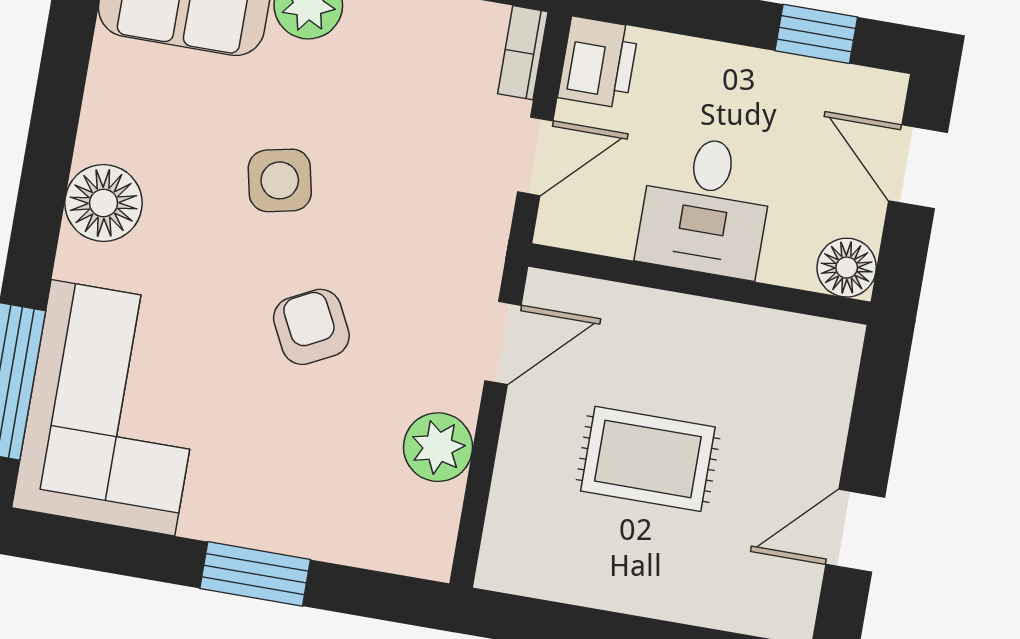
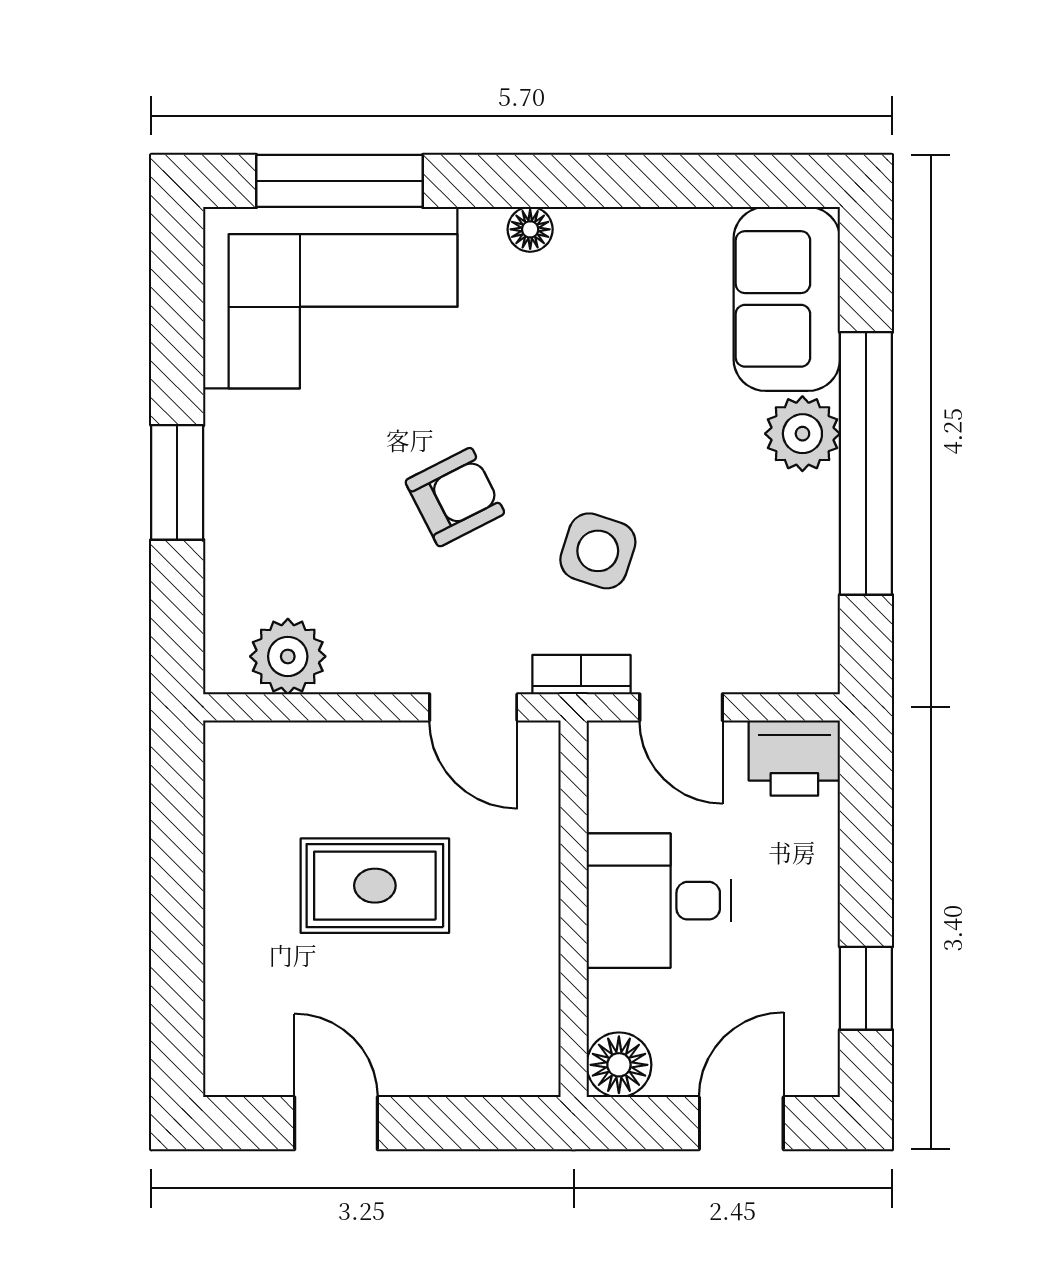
bookcase: (523, 53) -> (581, 675), moved
side table: (280, 180) -> (598, 551), moved, turned 30
floor lamp: (104, 203) -> (530, 229), width x0.53, depth x0.53
plant: (438, 447) -> (288, 656), moved
rug: (648, 459) -> (375, 886), turned 90

